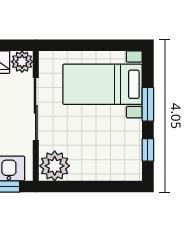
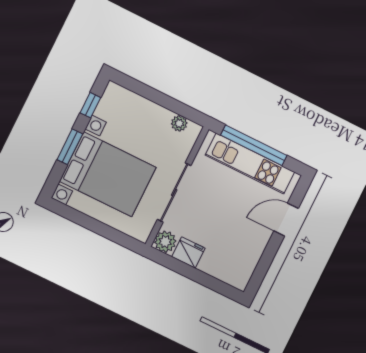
bed with nightstands: (103, 84) -> (108, 174), width x1.36
plant: (55, 166) -> (179, 123), width x0.53, depth x0.53

